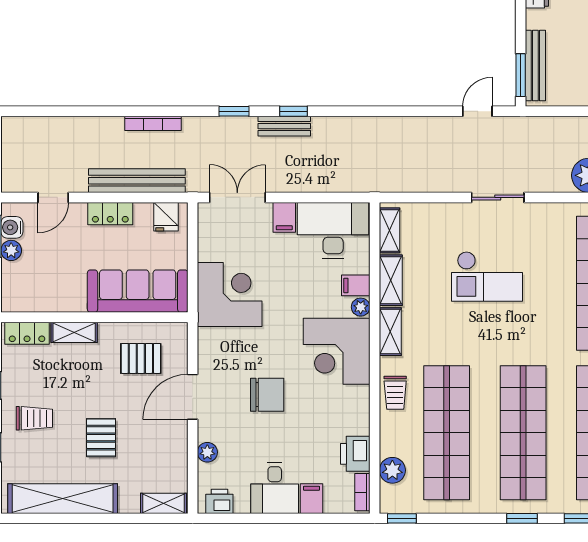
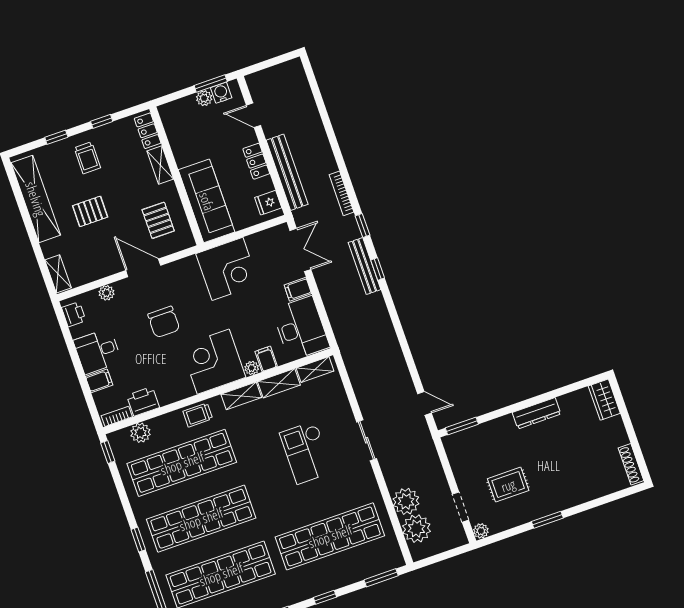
bench: (535, 65) -> (473, 434), removed
bookcase: (153, 123) -> (342, 193), moved
bench: (284, 126) -> (365, 266), width x1.36

